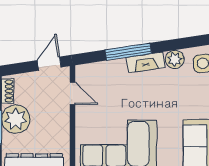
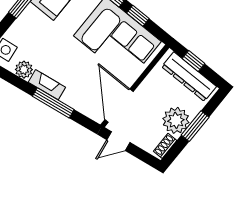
door: (72, 93) -> (119, 106), width x1.88

